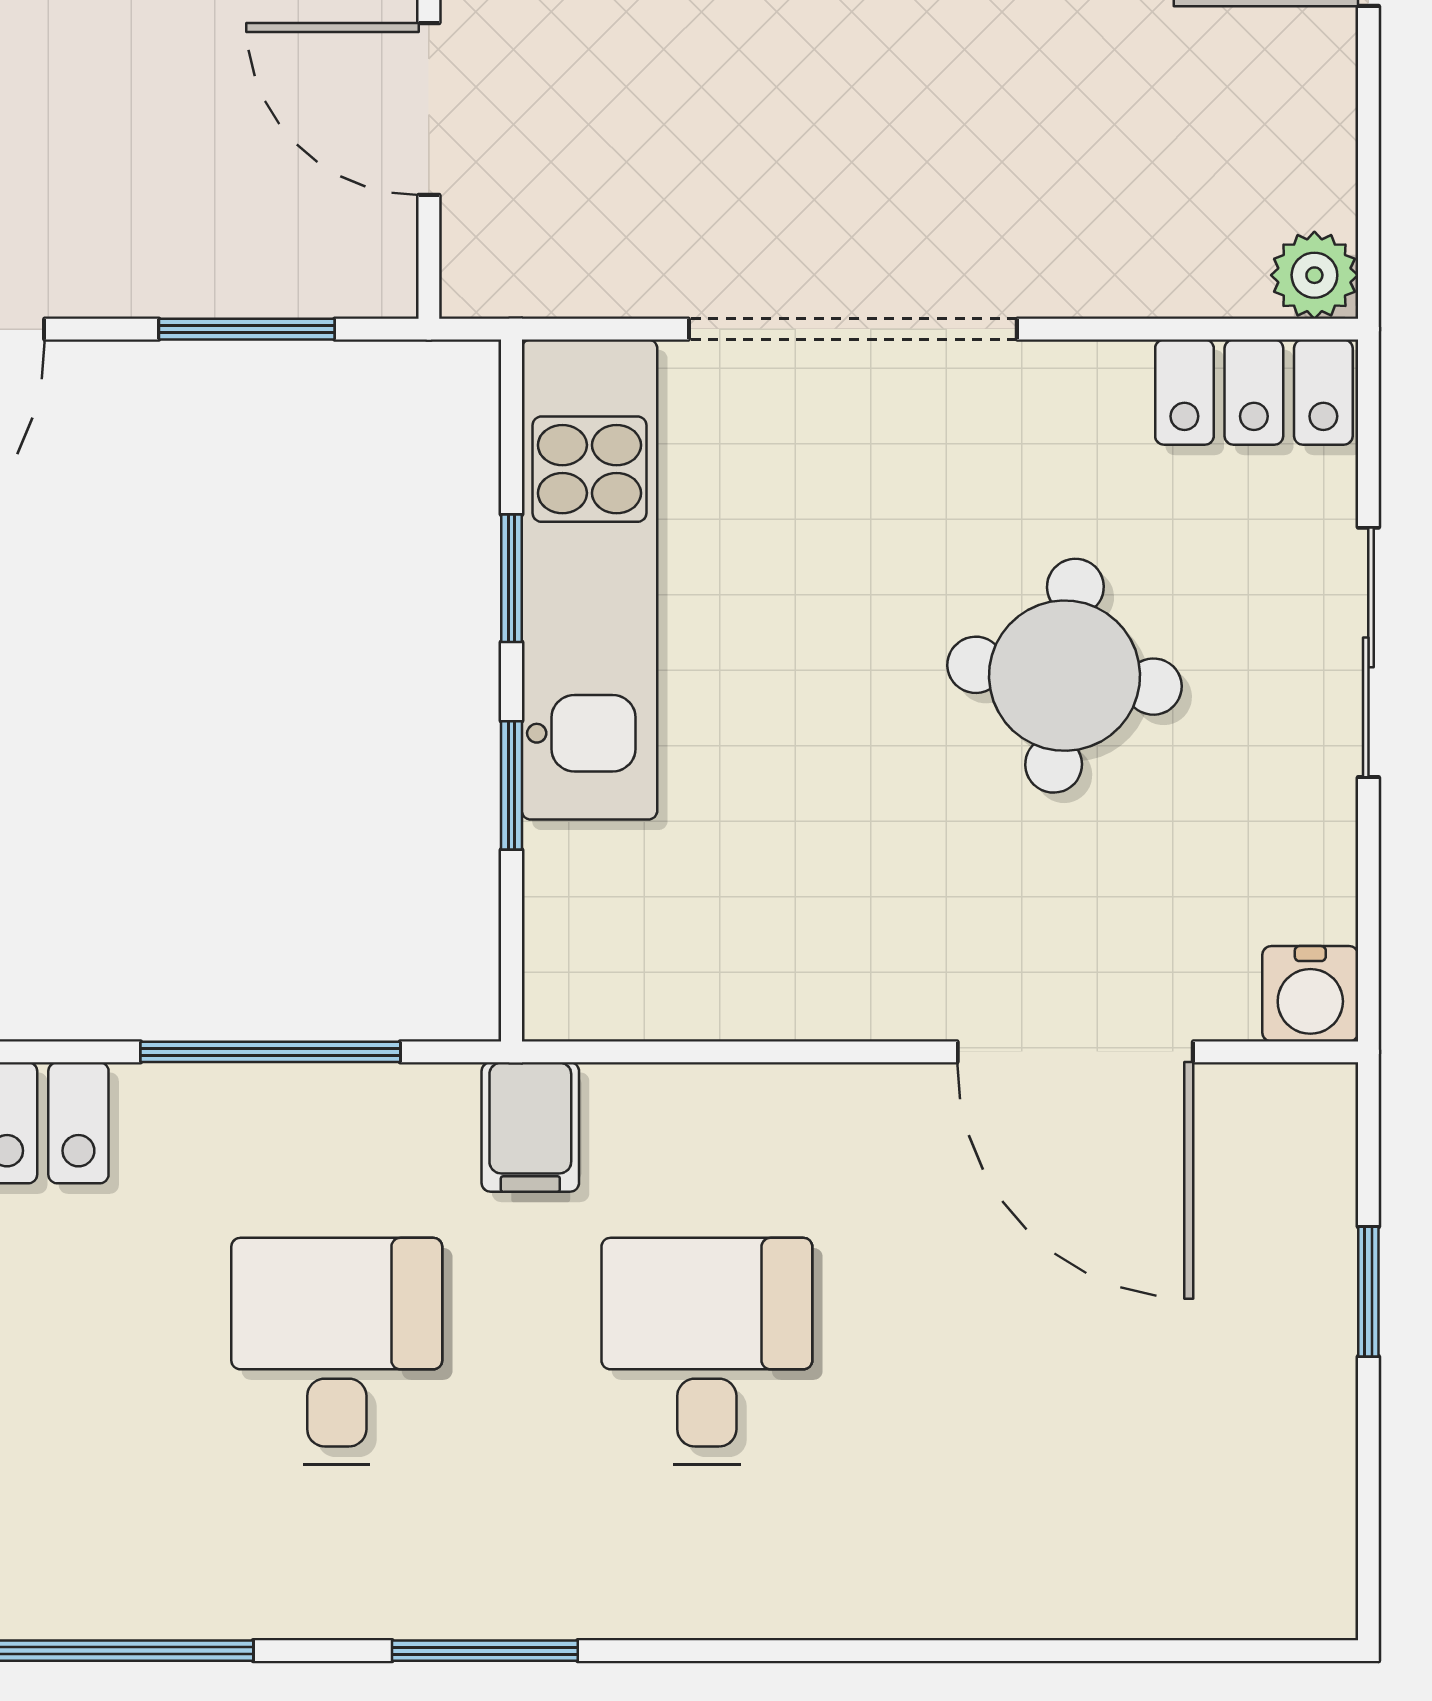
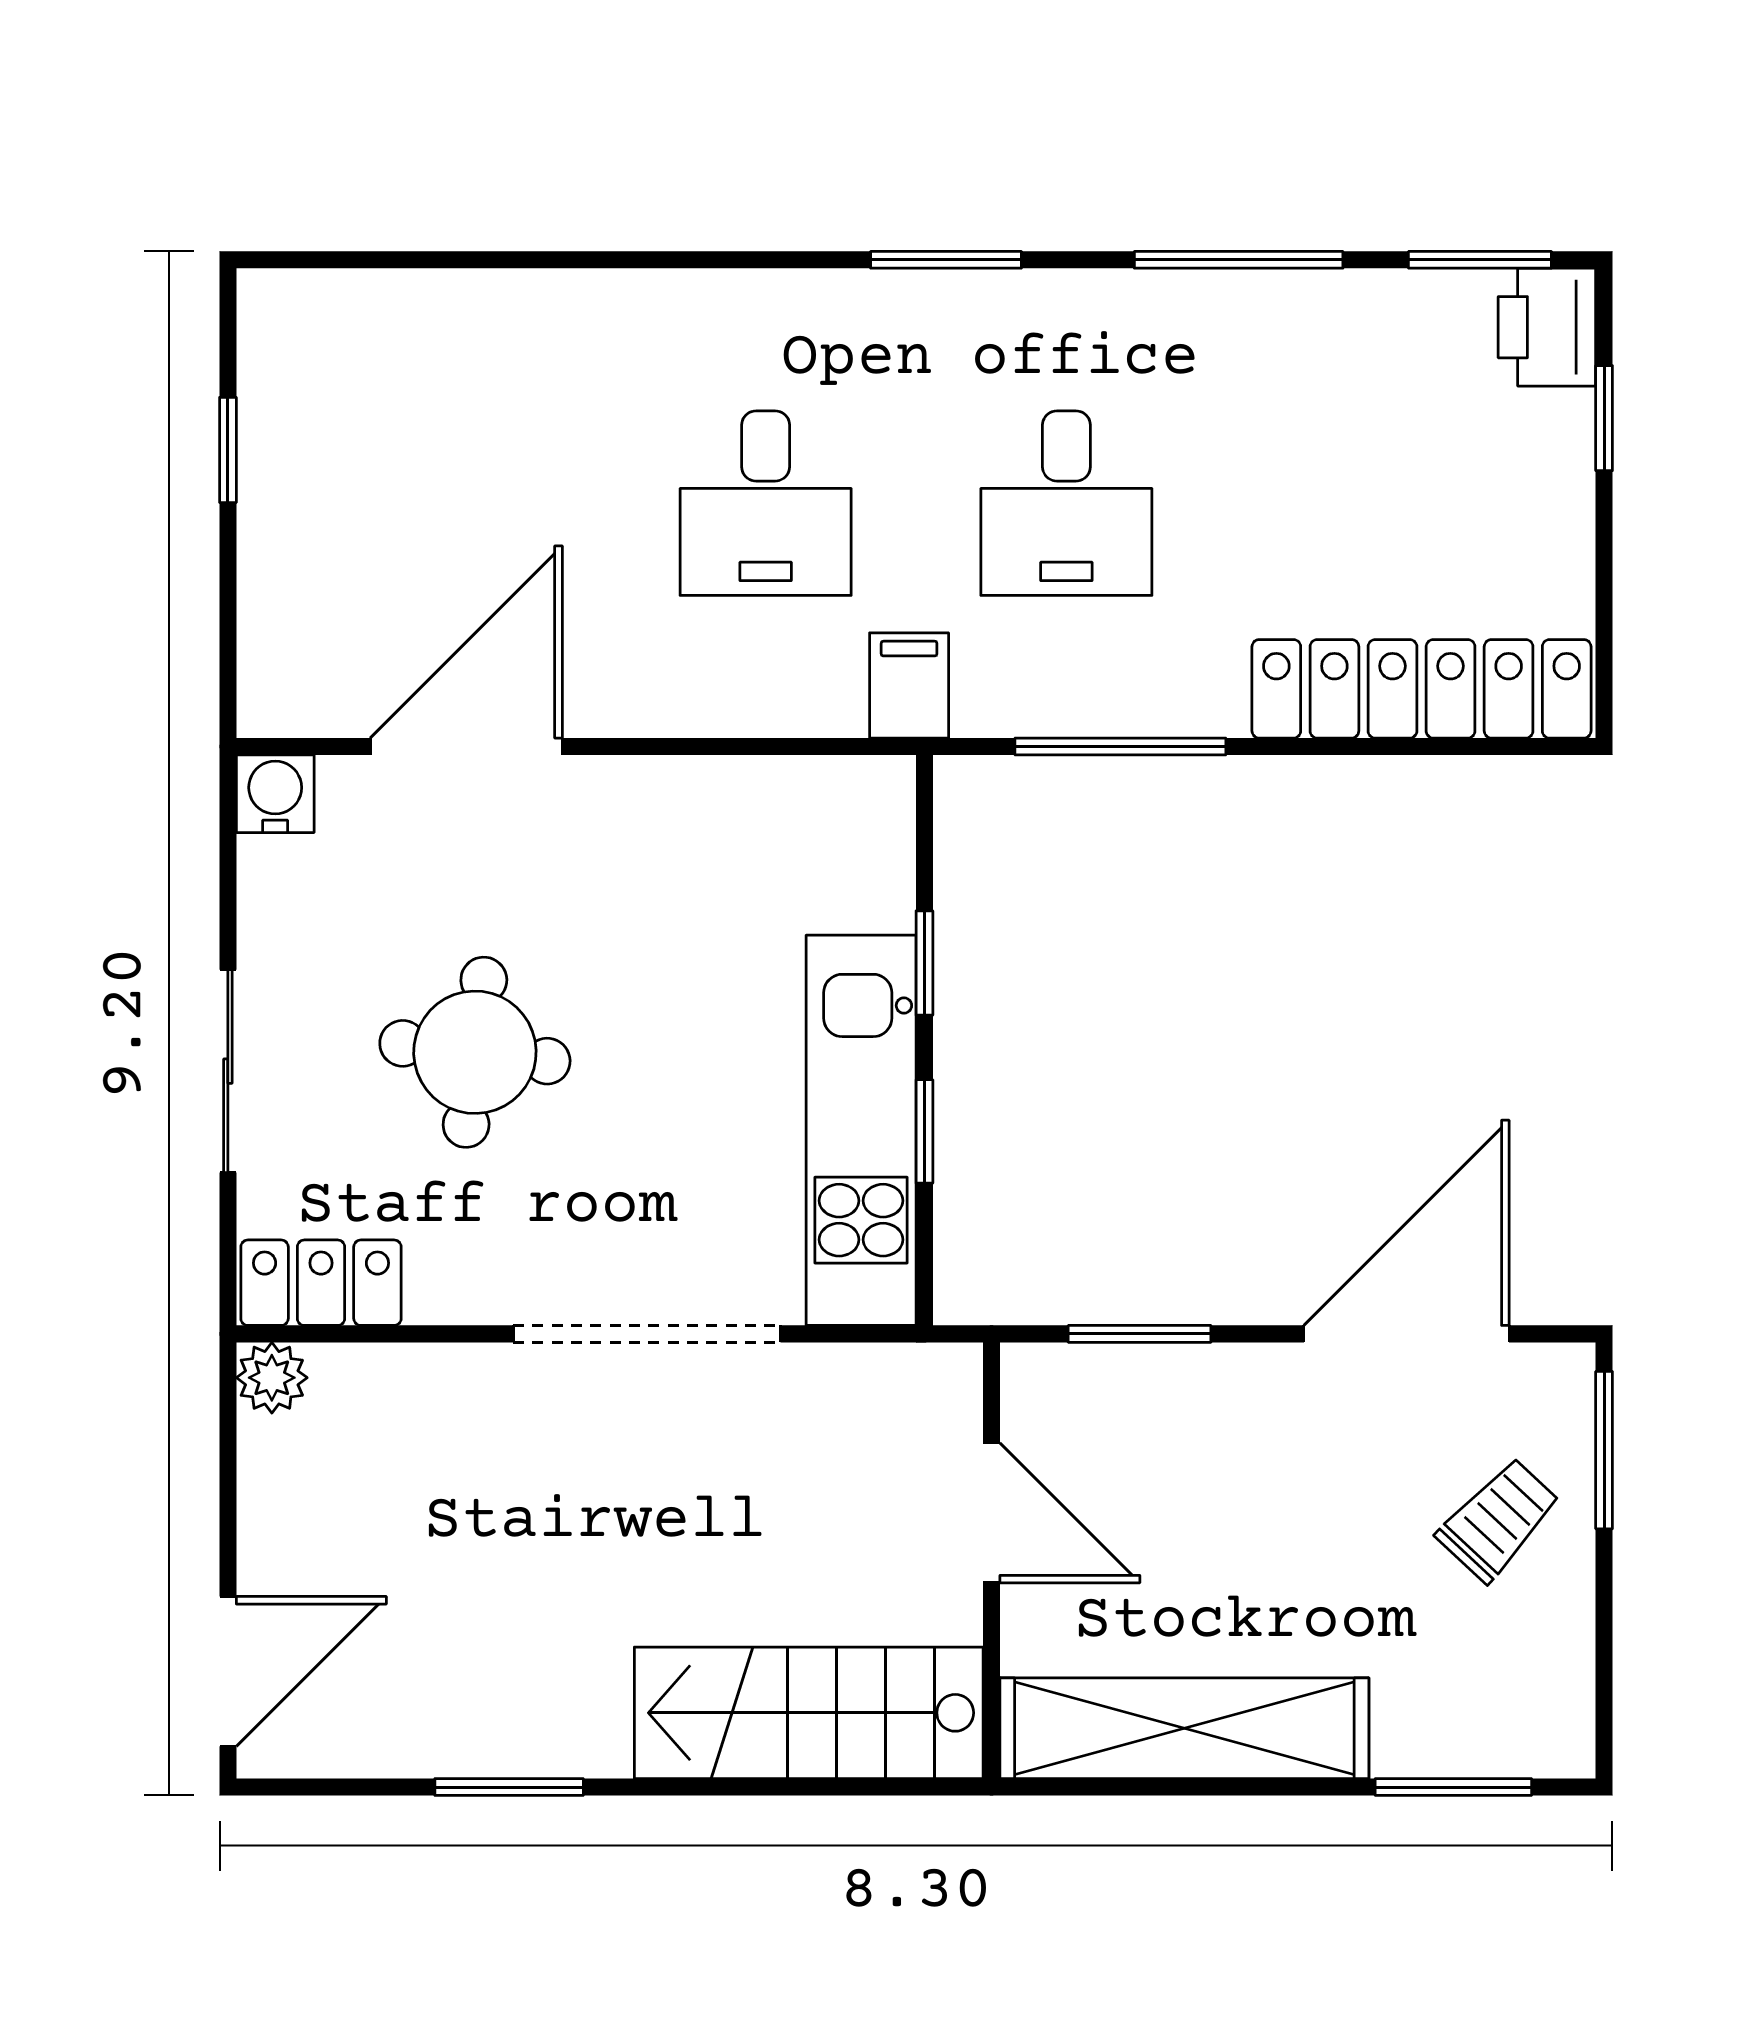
door: (1075, 1052) -> (466, 747), hinge flipped
window: (1368, 1292) -> (228, 450), moved

